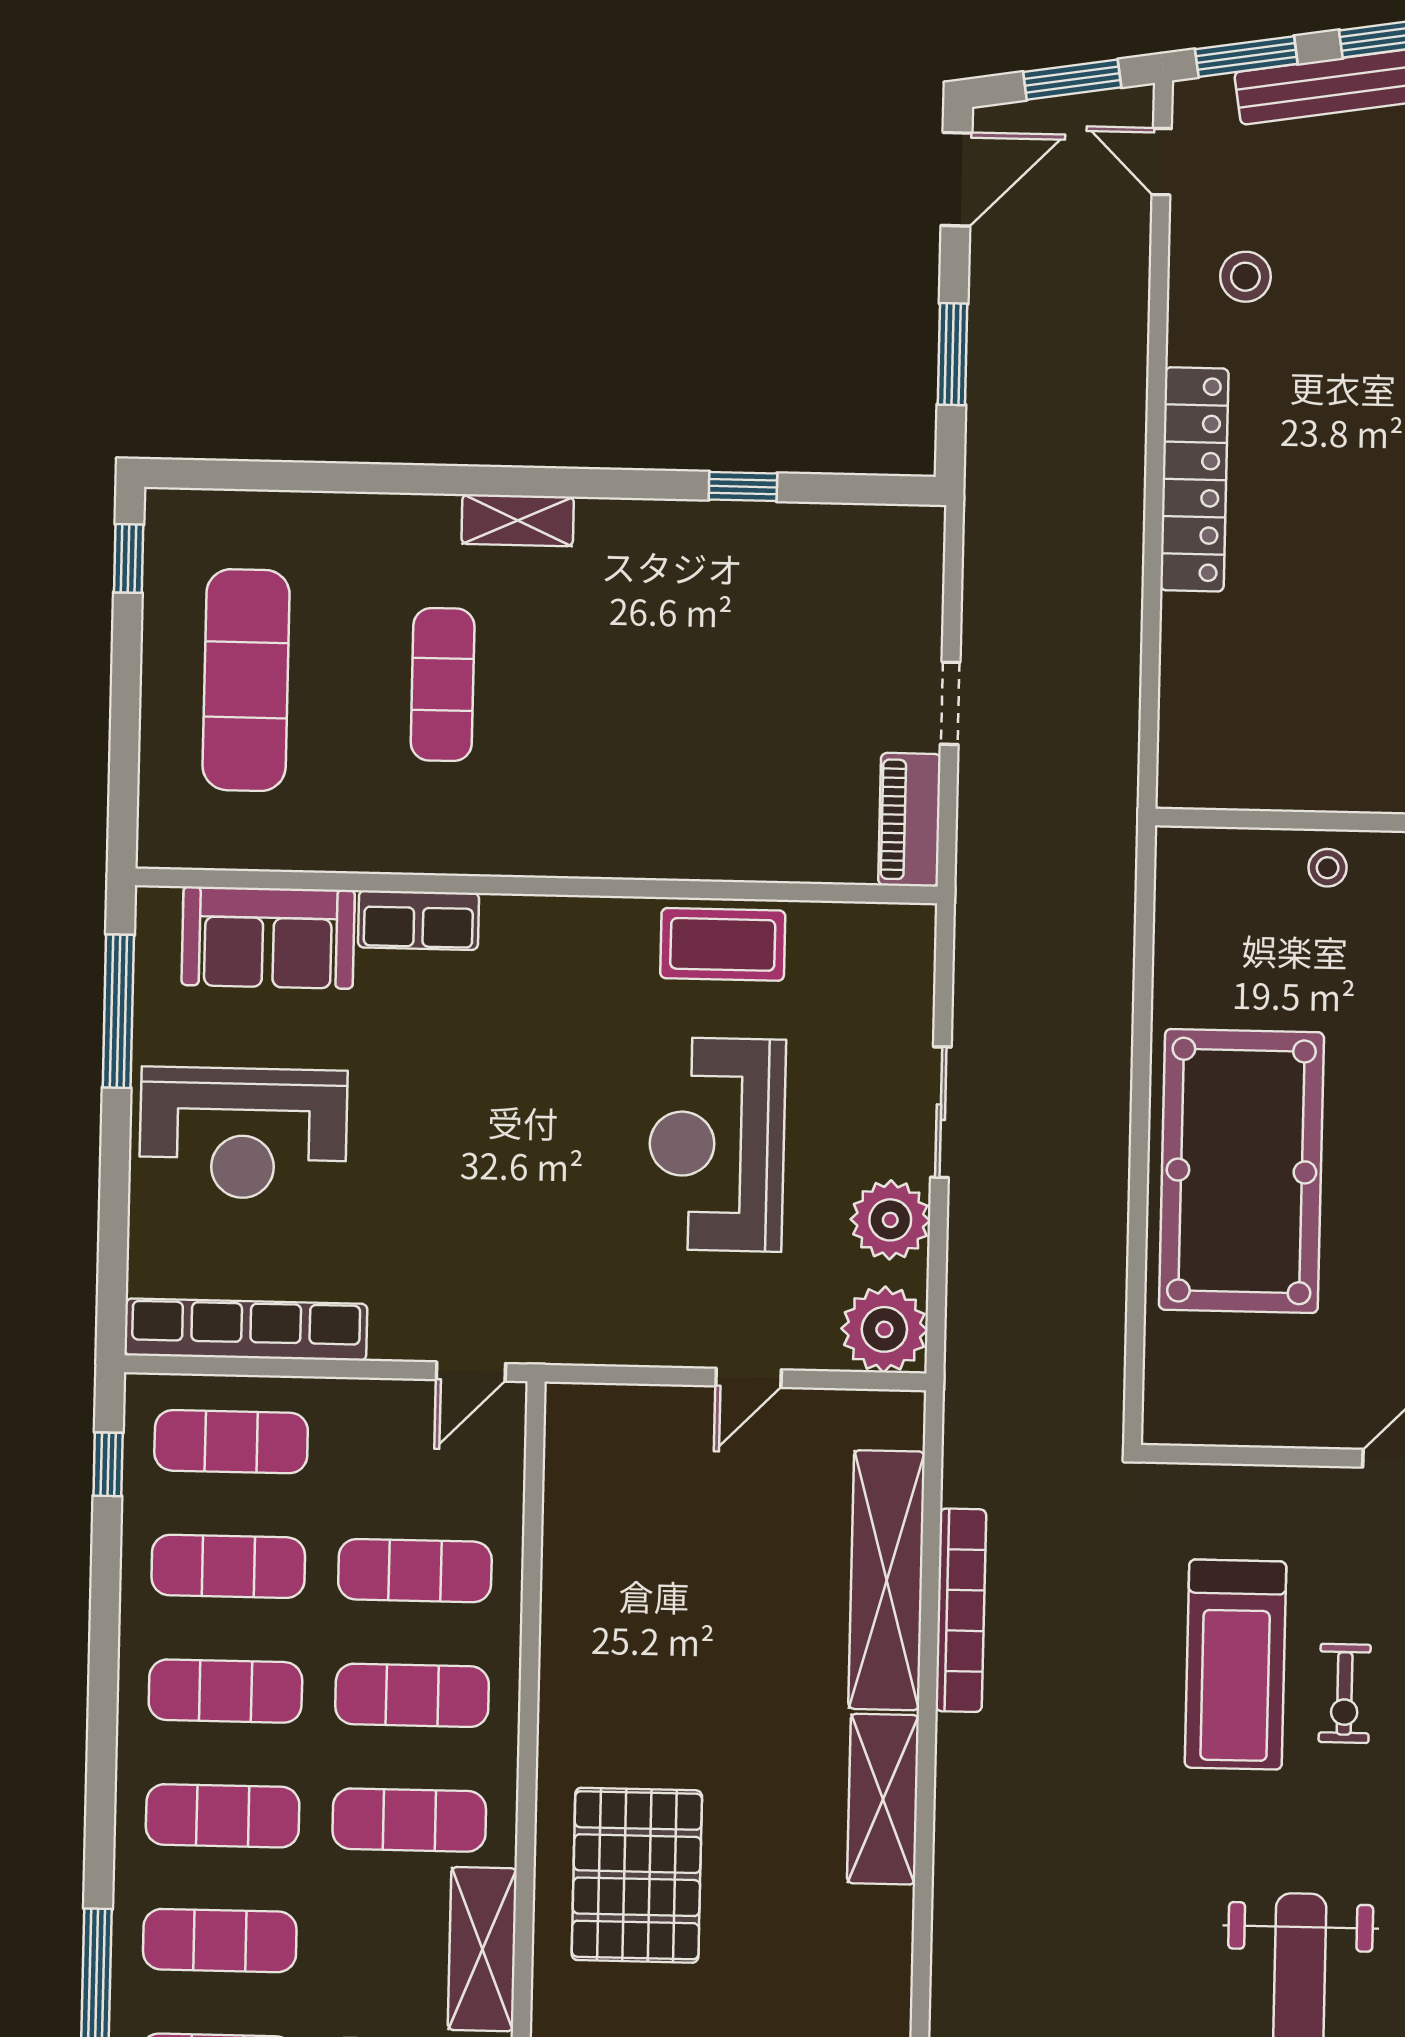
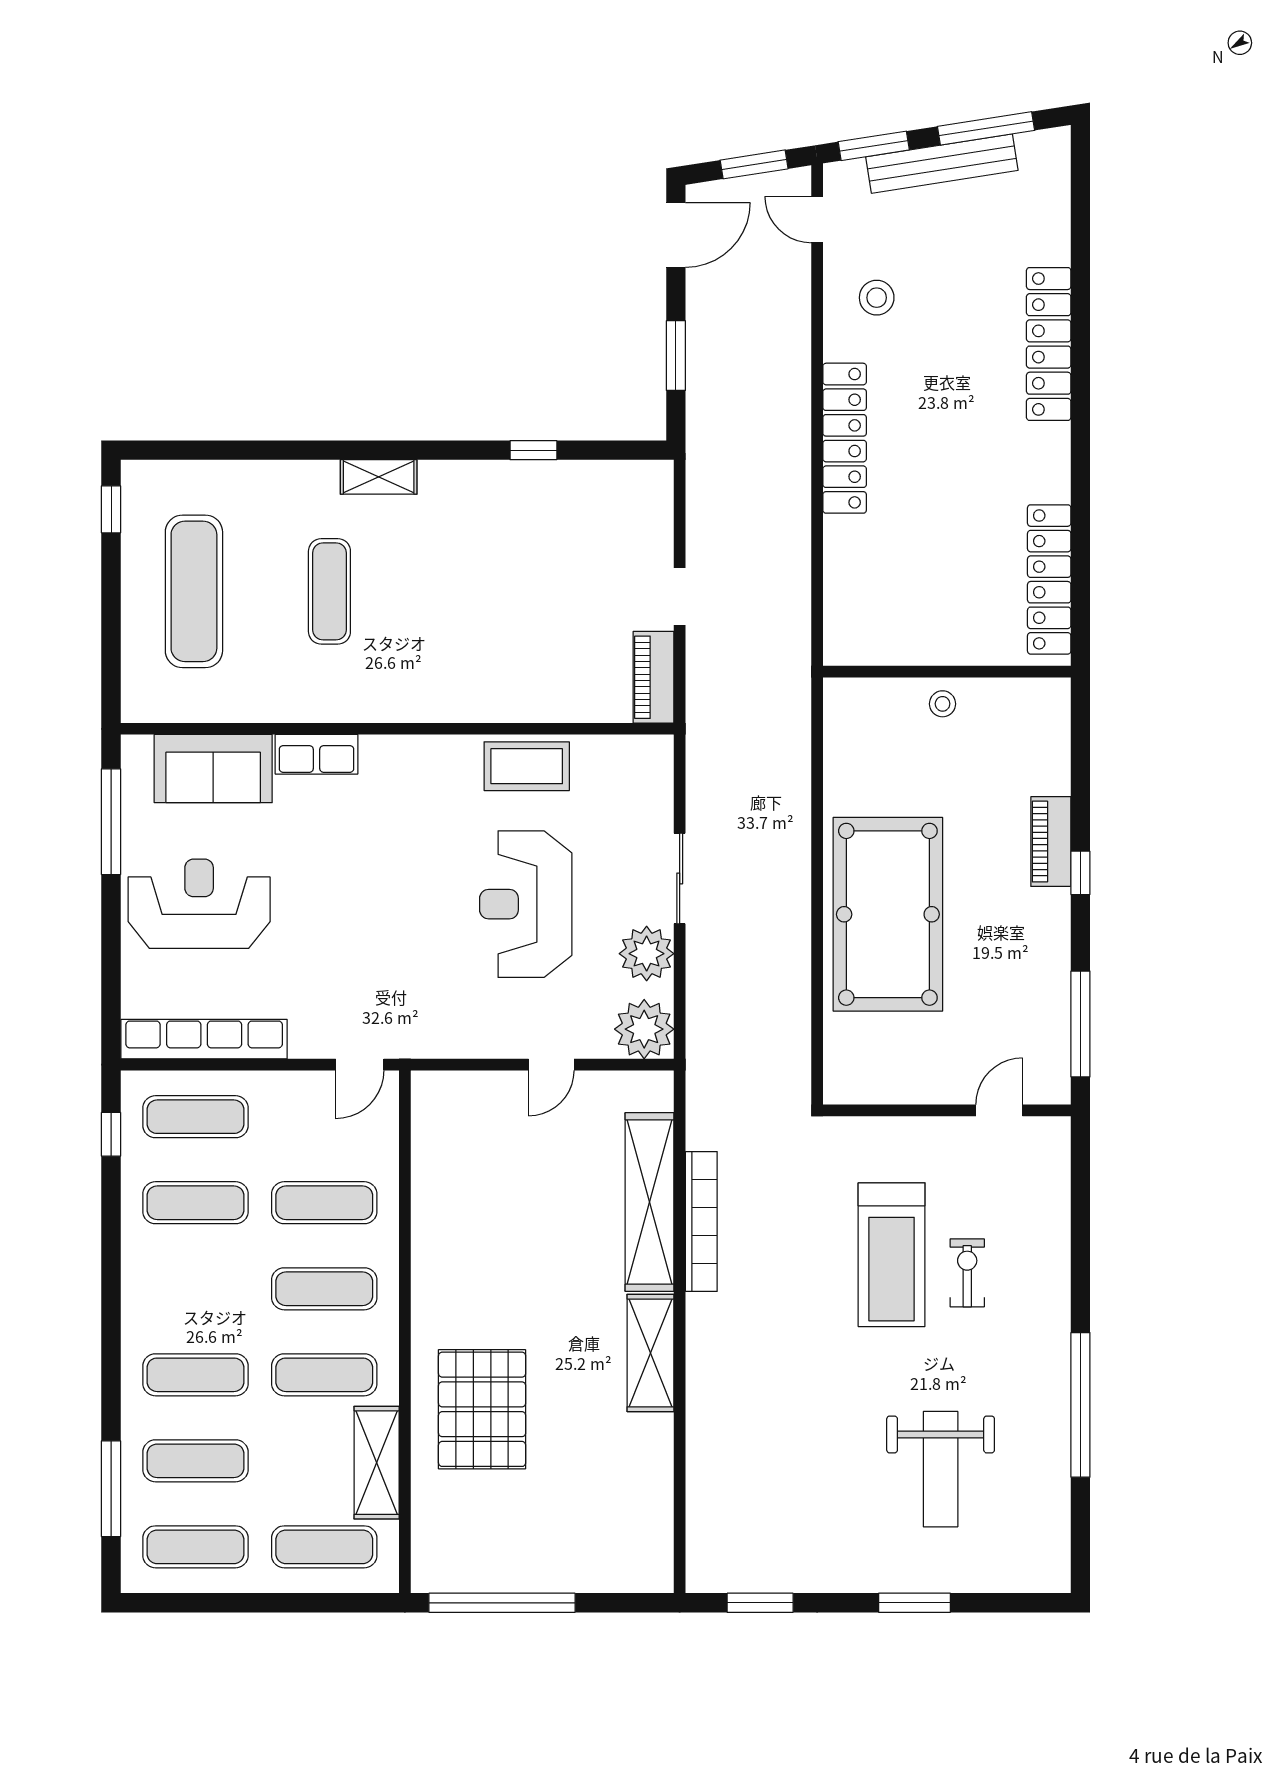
reception desk: (243, 1133) -> (199, 904), turned 180
exercise mat: (225, 1691) -> (195, 1289), removed
exercise bike: (1345, 1693) -> (967, 1273), turned 180

